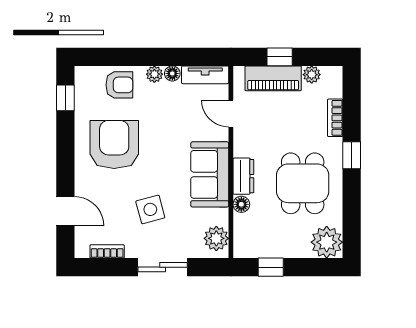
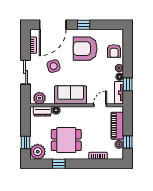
window: (188, 57) -> (128, 84), added
window: (280, 57) -> (128, 142), moved
window: (65, 98) -> (84, 25), moved
armchair: (114, 144) -> (85, 49), turned 180
window: (352, 155) -> (59, 164), moved
dresser: (243, 176) -> (42, 111), moved
door: (65, 211) -> (53, 25), width x1.88
window: (271, 267) -> (26, 142), moved

